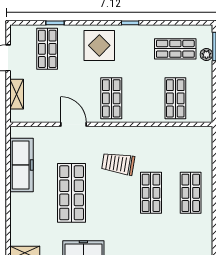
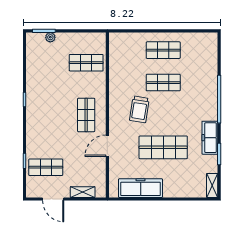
display table: (99, 45) -> (43, 125), removed
shop shelf: (175, 49) -> (46, 63), removed
shop shelf: (111, 98) -> (86, 115), turned 90

